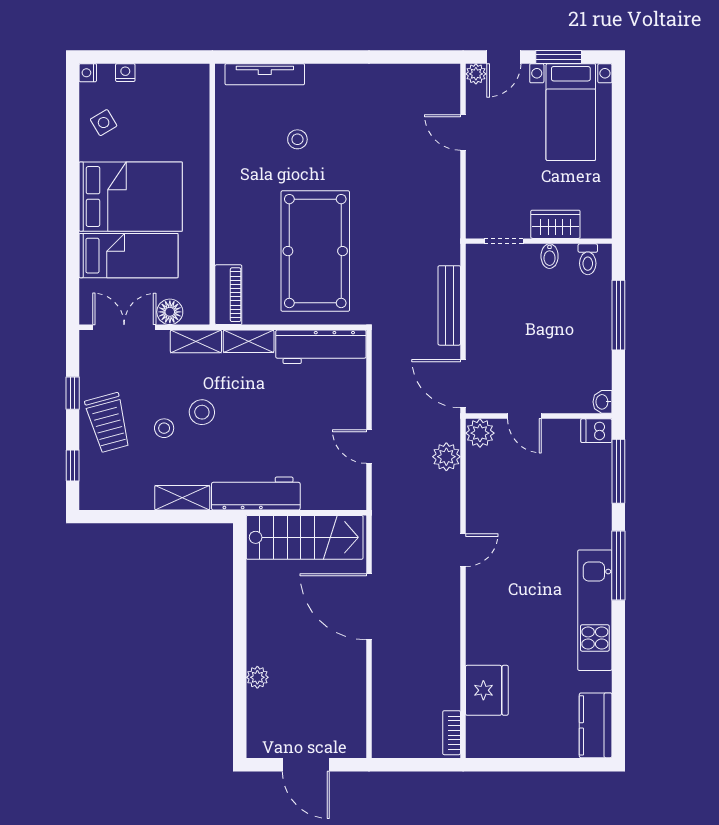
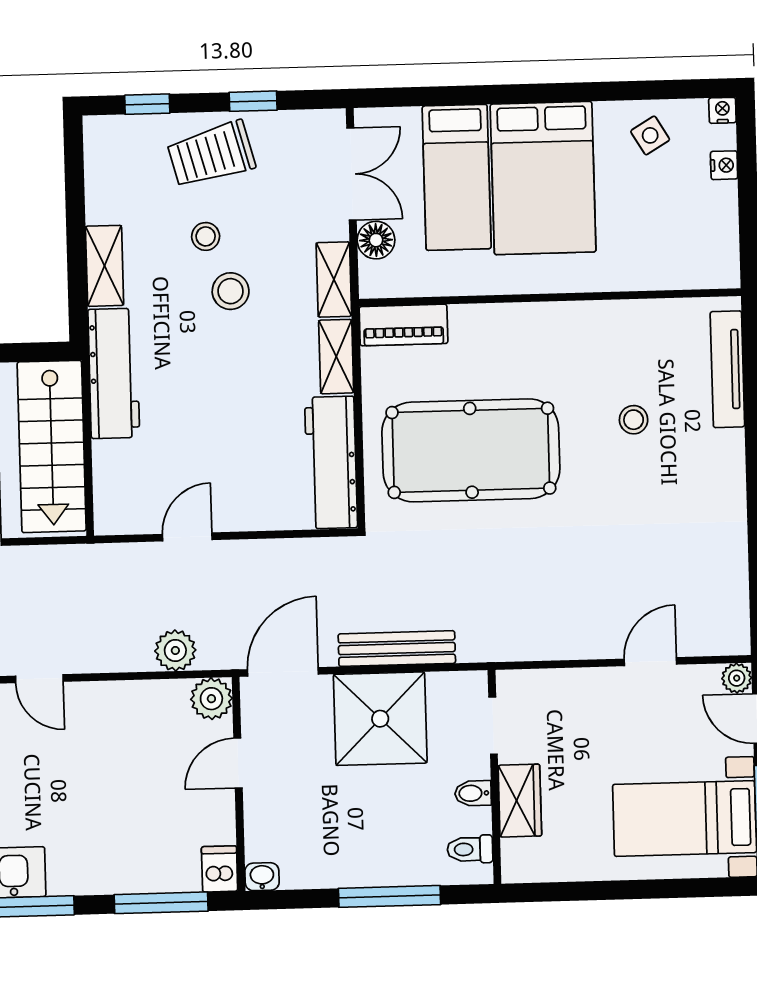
shower: (497, 318) -> (380, 719), added

